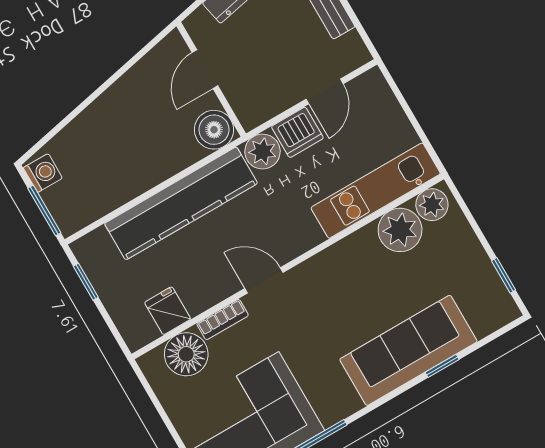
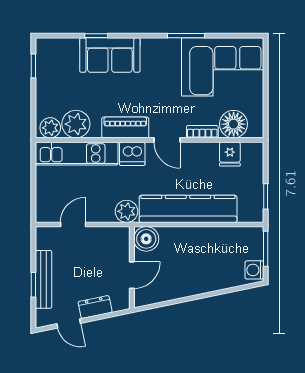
dishwasher: (297, 132) -> (132, 154), moved, turned 180
piano: (330, 264) -> (125, 127), added
sofa: (408, 350) -> (110, 55), width x0.73

